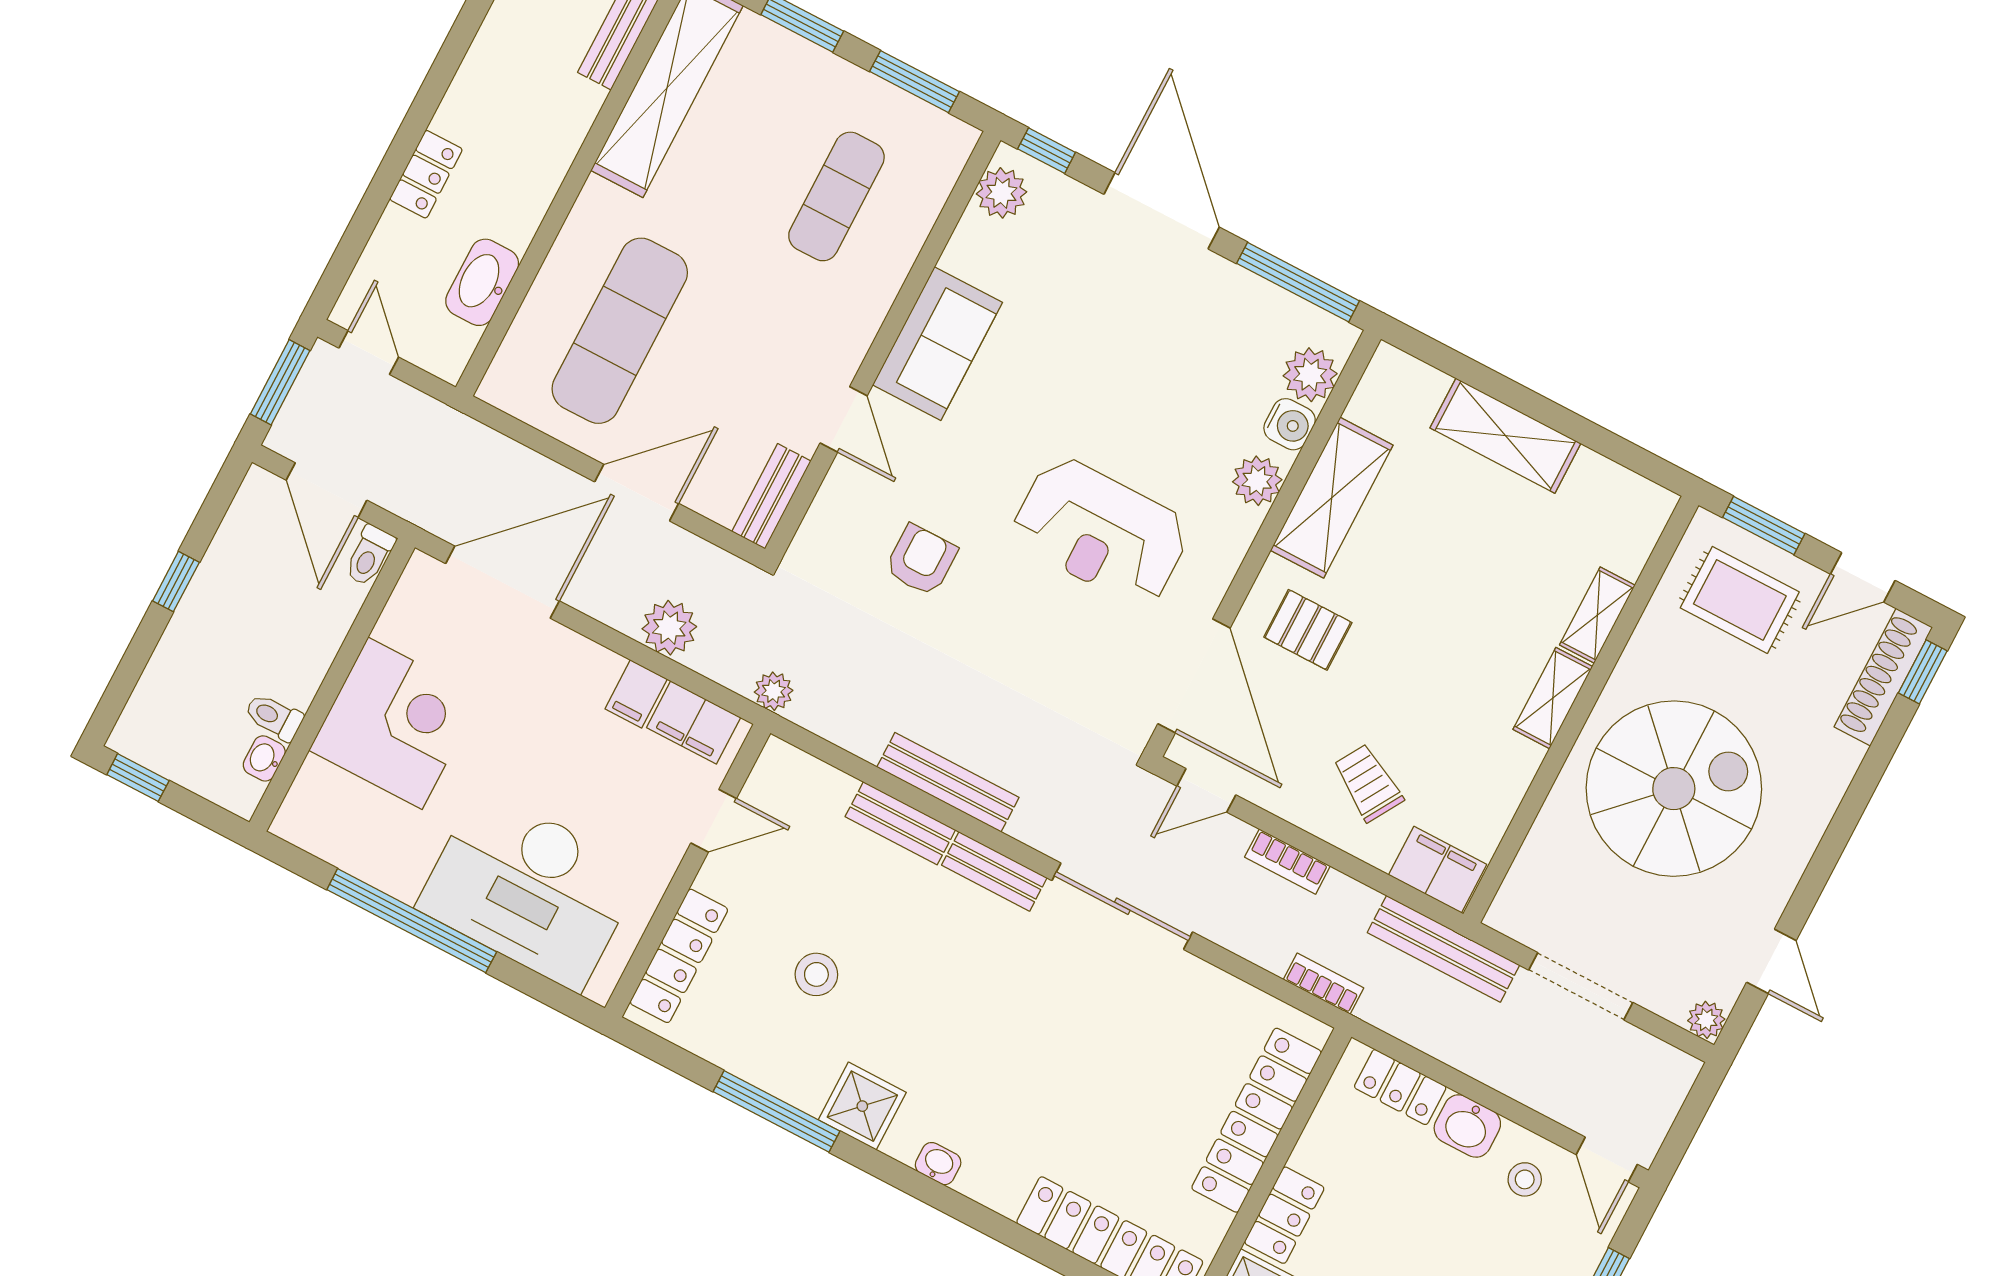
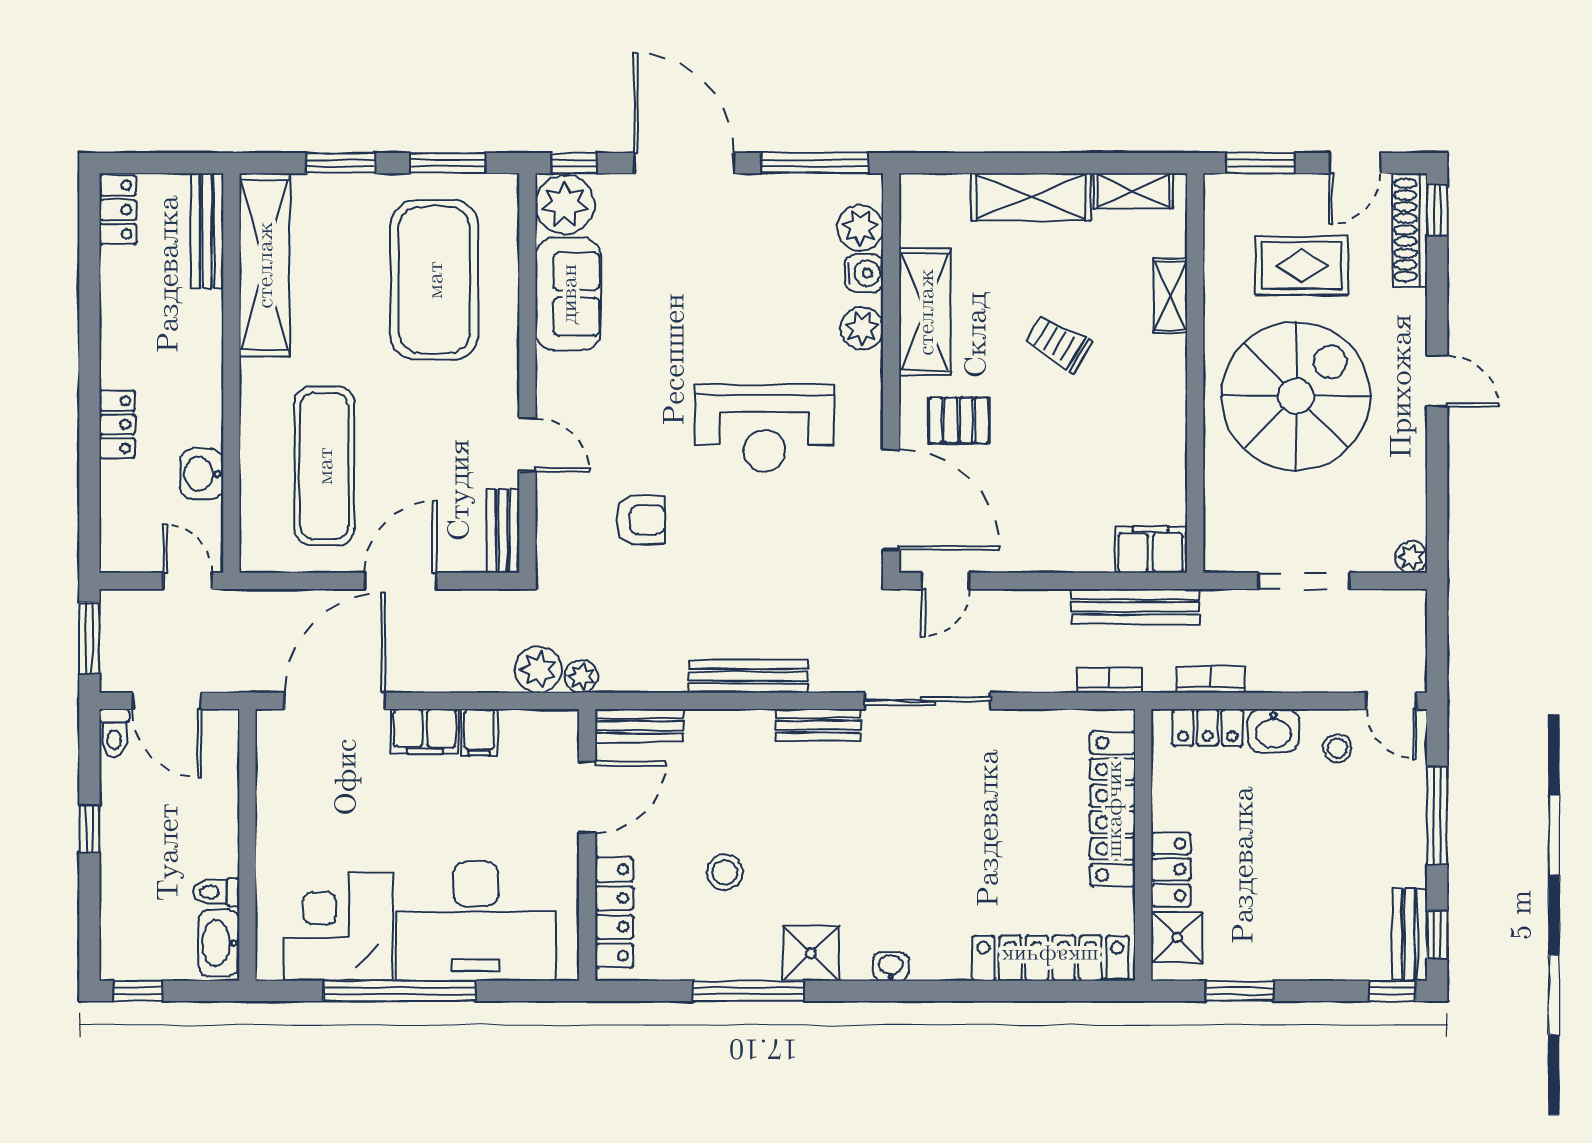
plant: (1001, 193) -> (565, 205), width x1.36, depth x1.36
exercise mat: (836, 196) -> (434, 280), width x2.00, depth x1.45
washbasin: (482, 282) -> (202, 474), width x0.72
sofa: (937, 344) -> (568, 294), moved
door: (369, 353) -> (188, 581), moved
toilet: (369, 556) -> (114, 733), moved
armchair: (921, 560) -> (641, 520), turned 90
rug: (1740, 600) -> (1302, 266), moved
plant: (669, 628) -> (538, 670), moved
shelving: (1553, 698) -> (1133, 191), moved, turned 90
filing cabinet: (694, 722) -> (425, 731), moved
corner desk: (395, 723) -> (338, 927), moved, turned -90
washbasin: (264, 758) -> (219, 943), width x1.91, depth x1.45
trolley: (1368, 783) -> (1058, 343), moved
door: (714, 821) -> (587, 797), width x1.38
bench: (900, 823) -> (639, 726), moved
bookcase: (1287, 862) -> (1211, 679), moved, turned 180
bench: (1443, 949) -> (1135, 607), moved
door: (1771, 961) -> (1437, 381), moved

